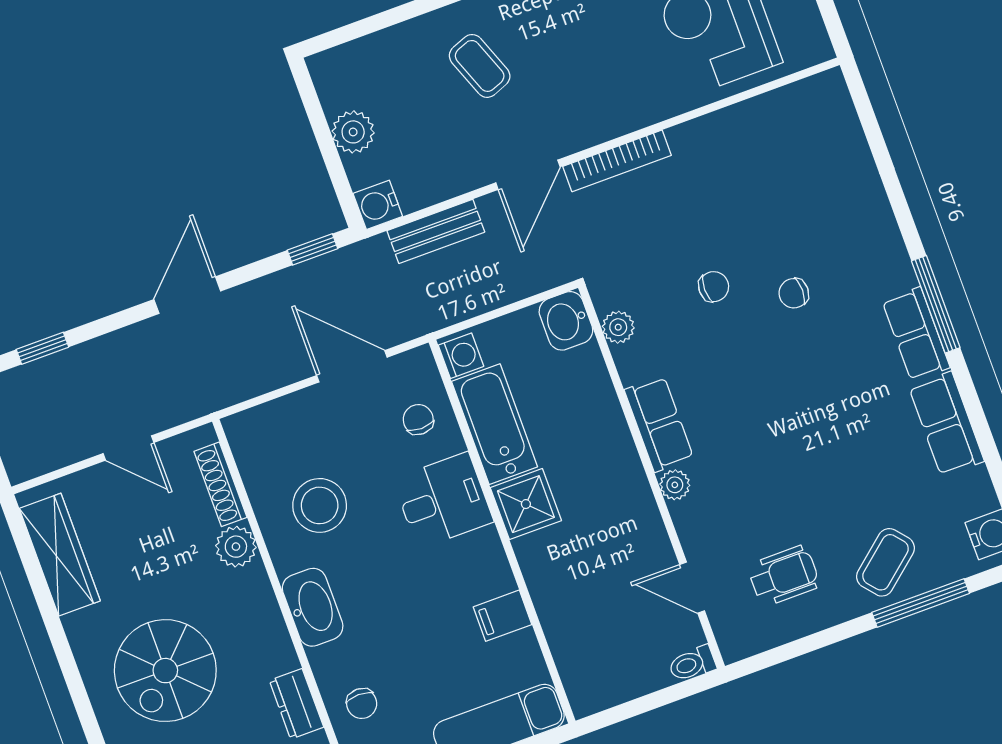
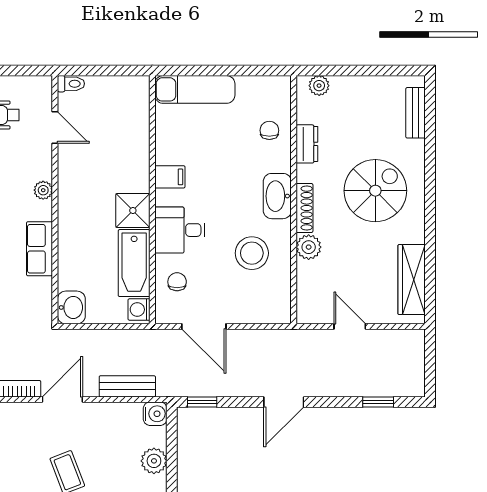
plant: (618, 327) -> (43, 293), removed
chair: (418, 420) -> (177, 282), turned 180
row of seats: (659, 424) -> (40, 249), moved
shoe rack: (220, 484) -> (304, 208), moved
filing cabinet: (502, 616) -> (170, 177), moved

